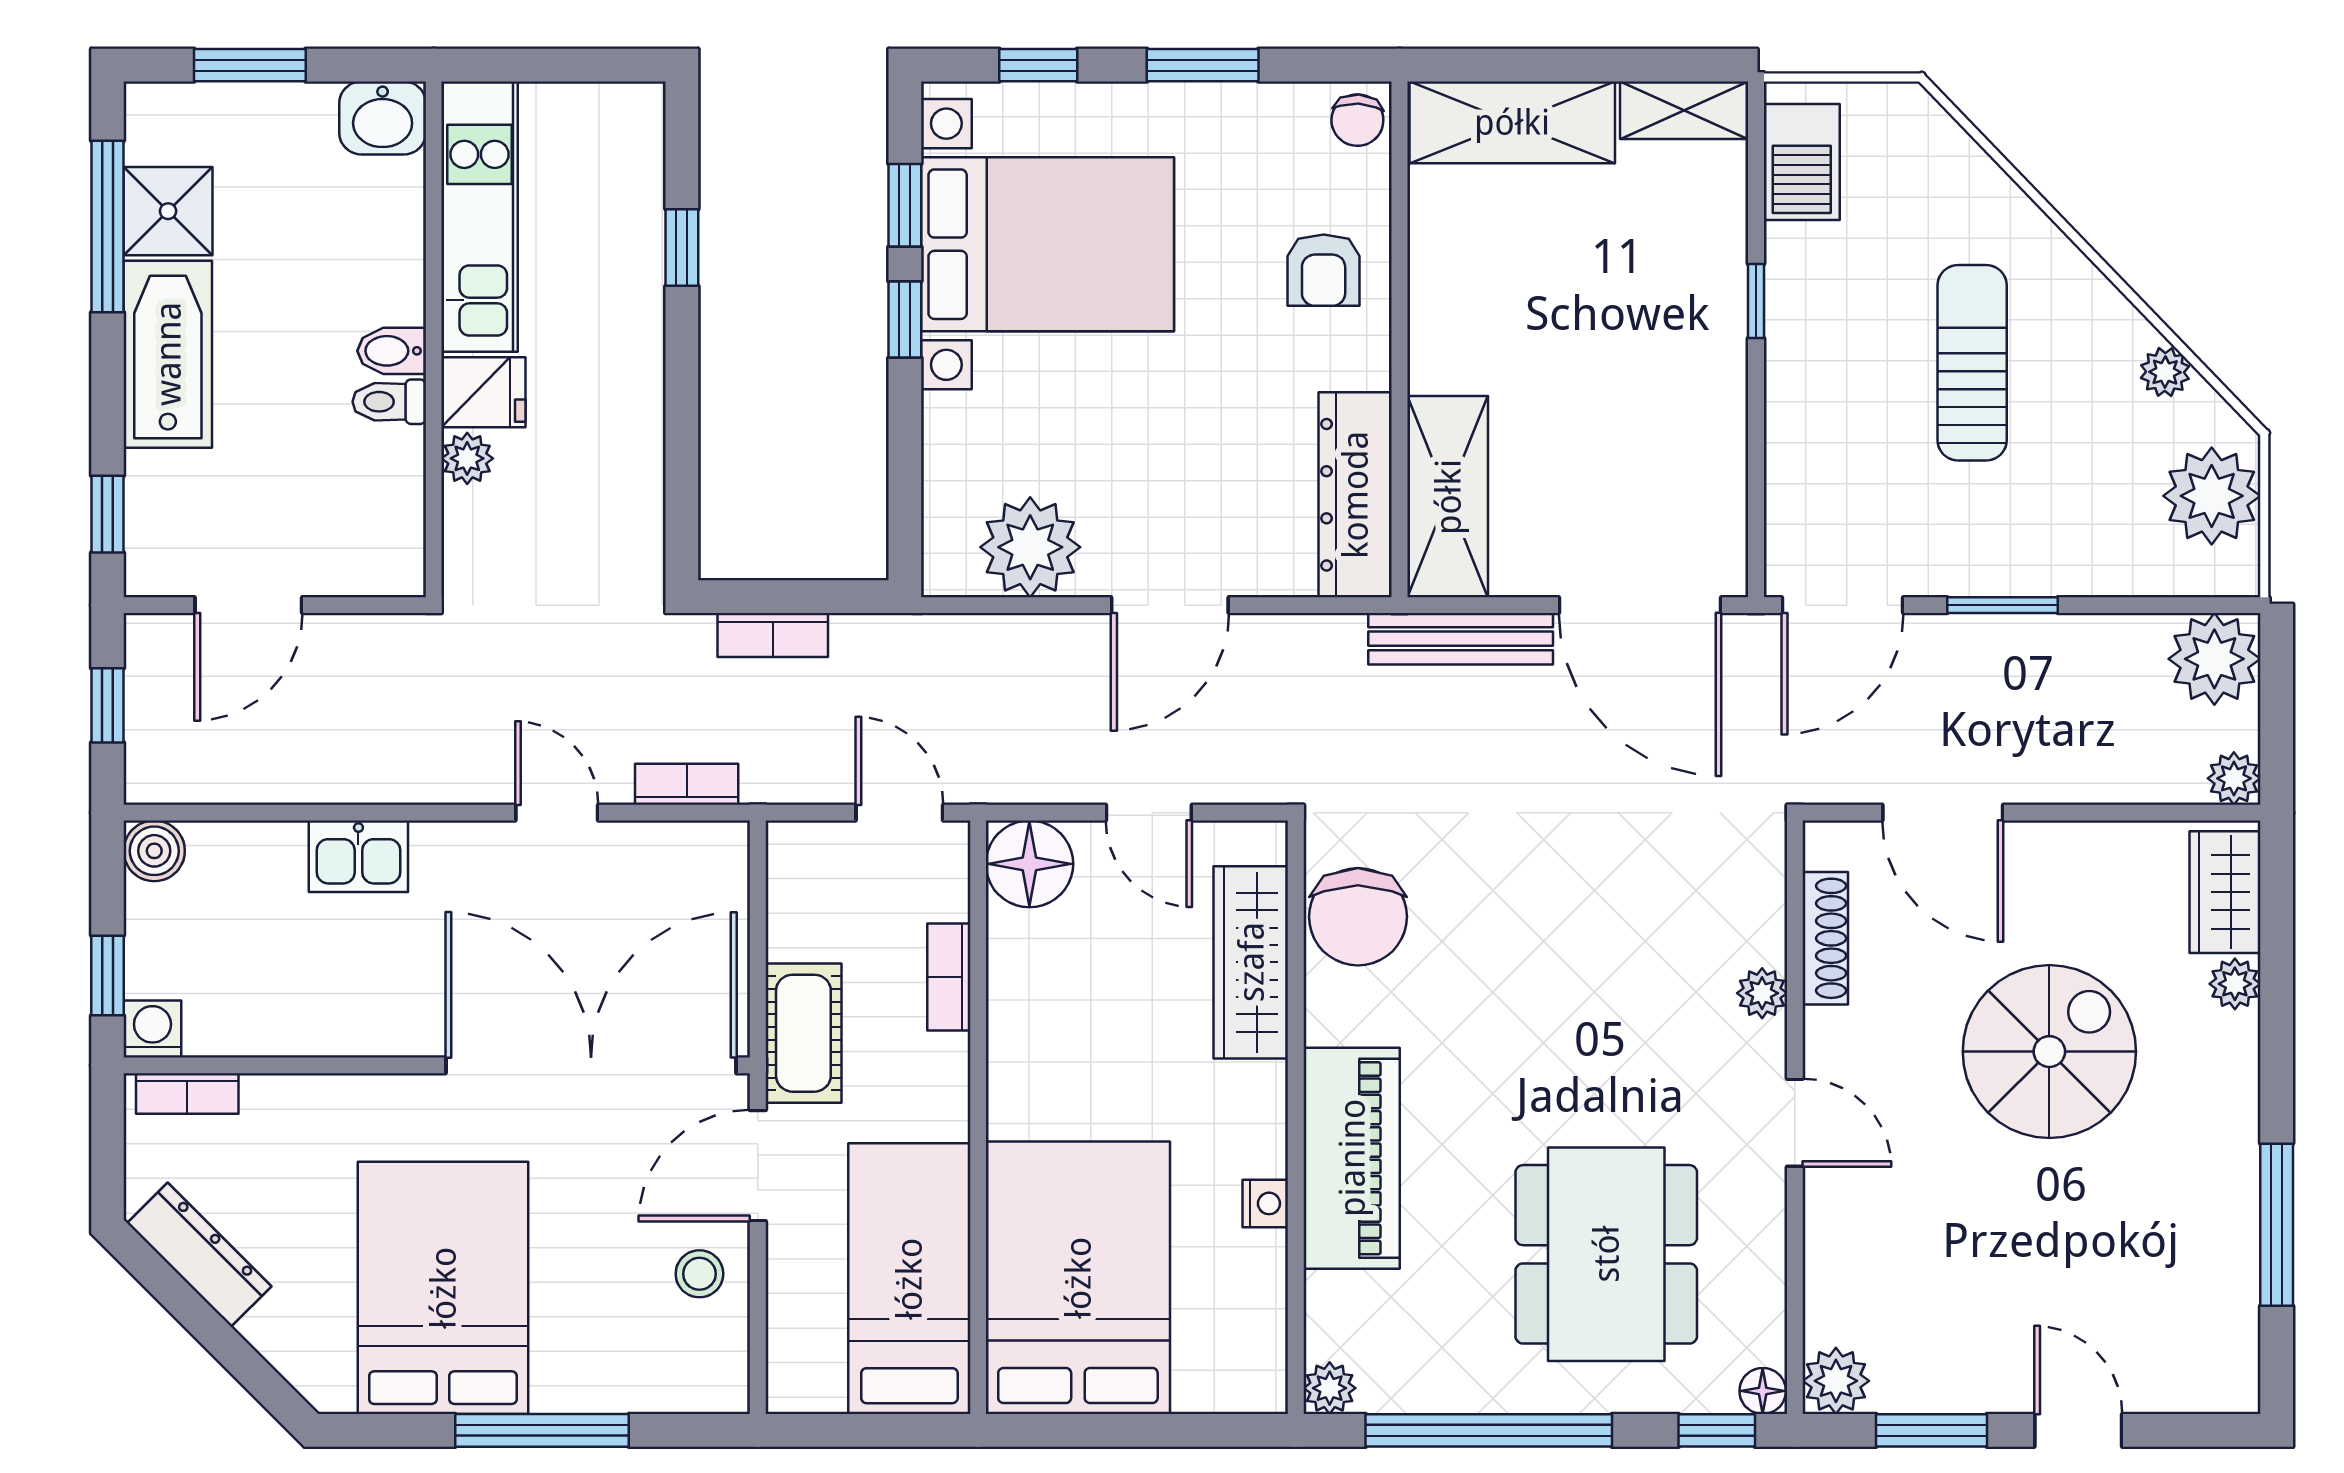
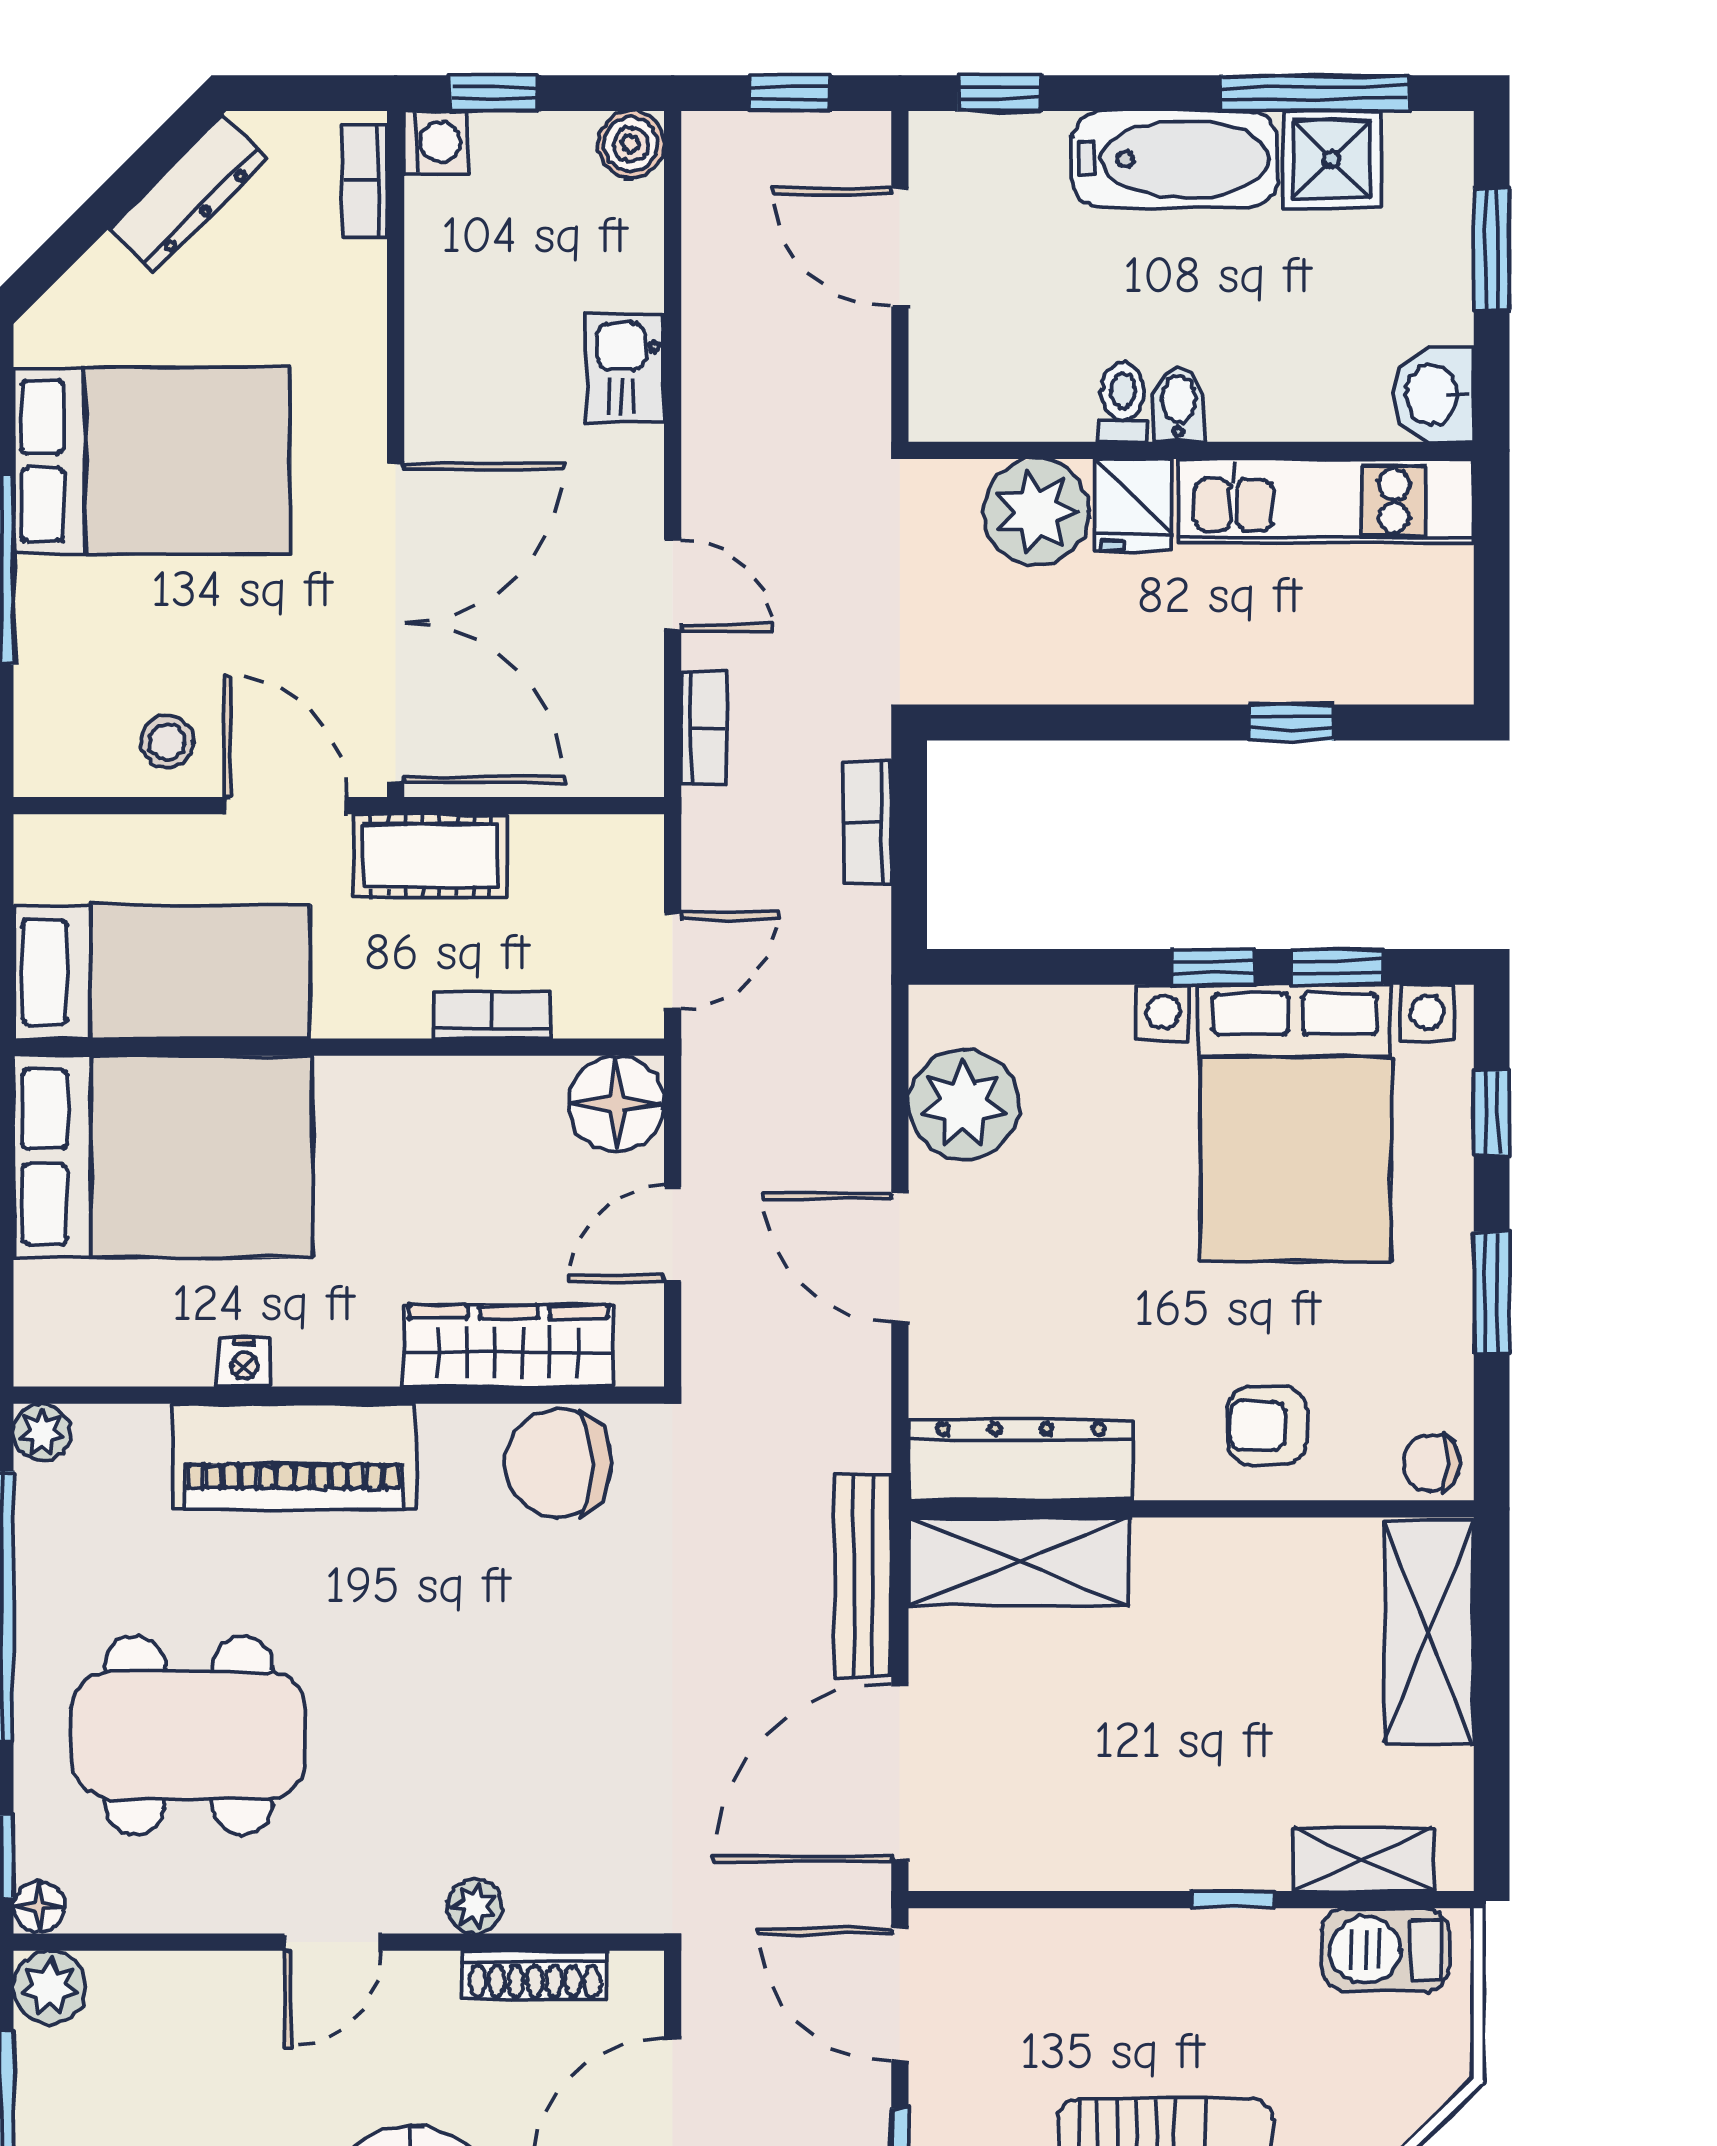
shelving: (1684, 110) -> (1363, 1859), moved, turned 90
plant: (467, 458) -> (1036, 512), width x1.88, depth x1.88
door: (557, 813) -> (673, 585), hinge flipped

